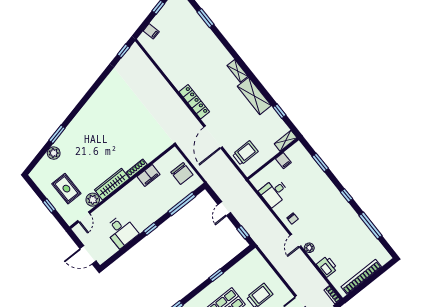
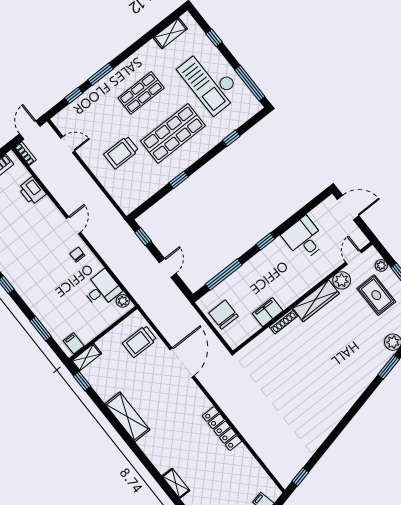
shelving: (238, 71) -> (176, 483), moved
locker: (194, 102) -> (222, 429), moved
window: (280, 111) -> (82, 381), moved
filing cabinet: (283, 161) -> (74, 343), moved
plant: (63, 211) -> (381, 265), added
plant: (309, 248) -> (123, 301), moved

